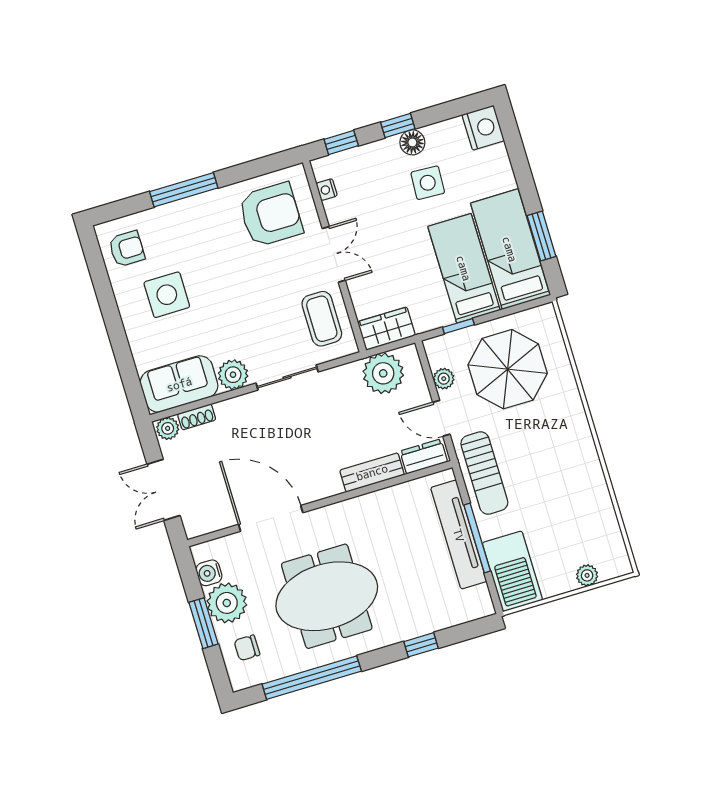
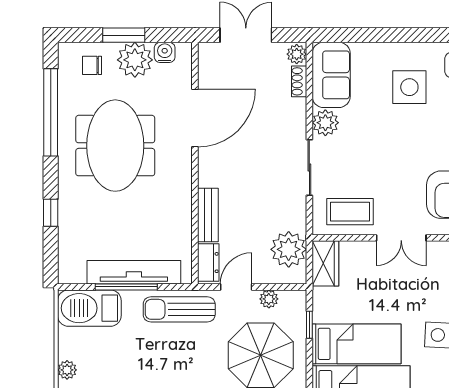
chair: (247, 648) -> (92, 65), turned -90

